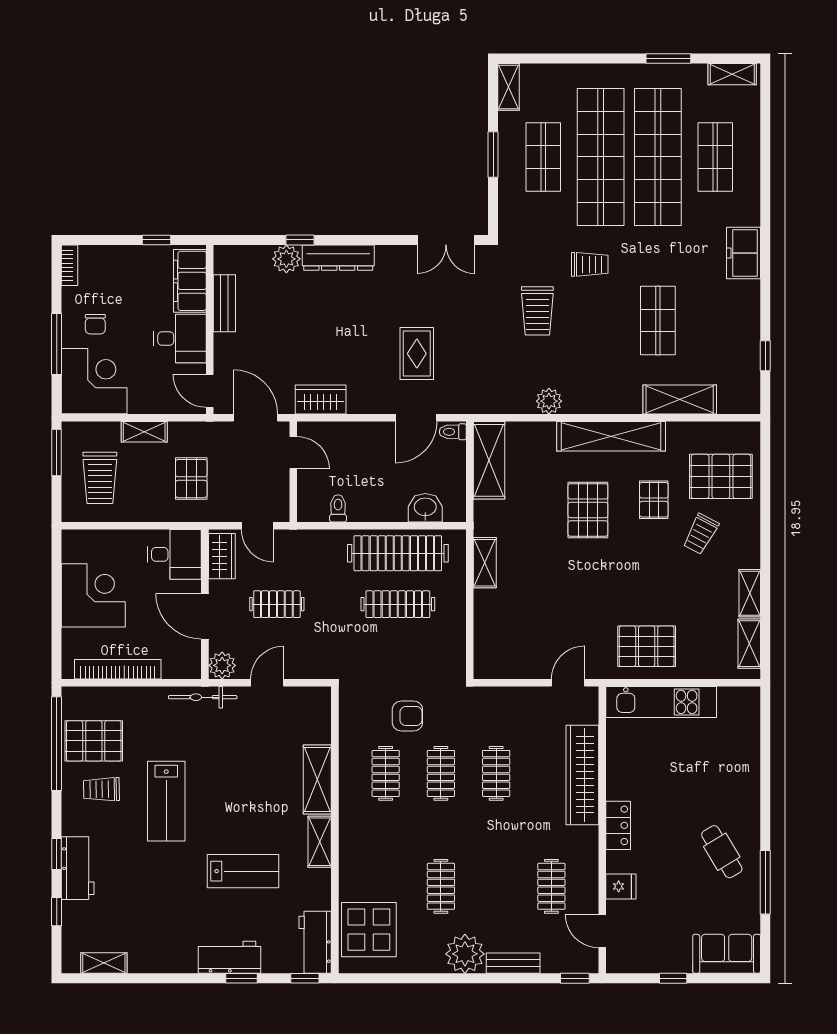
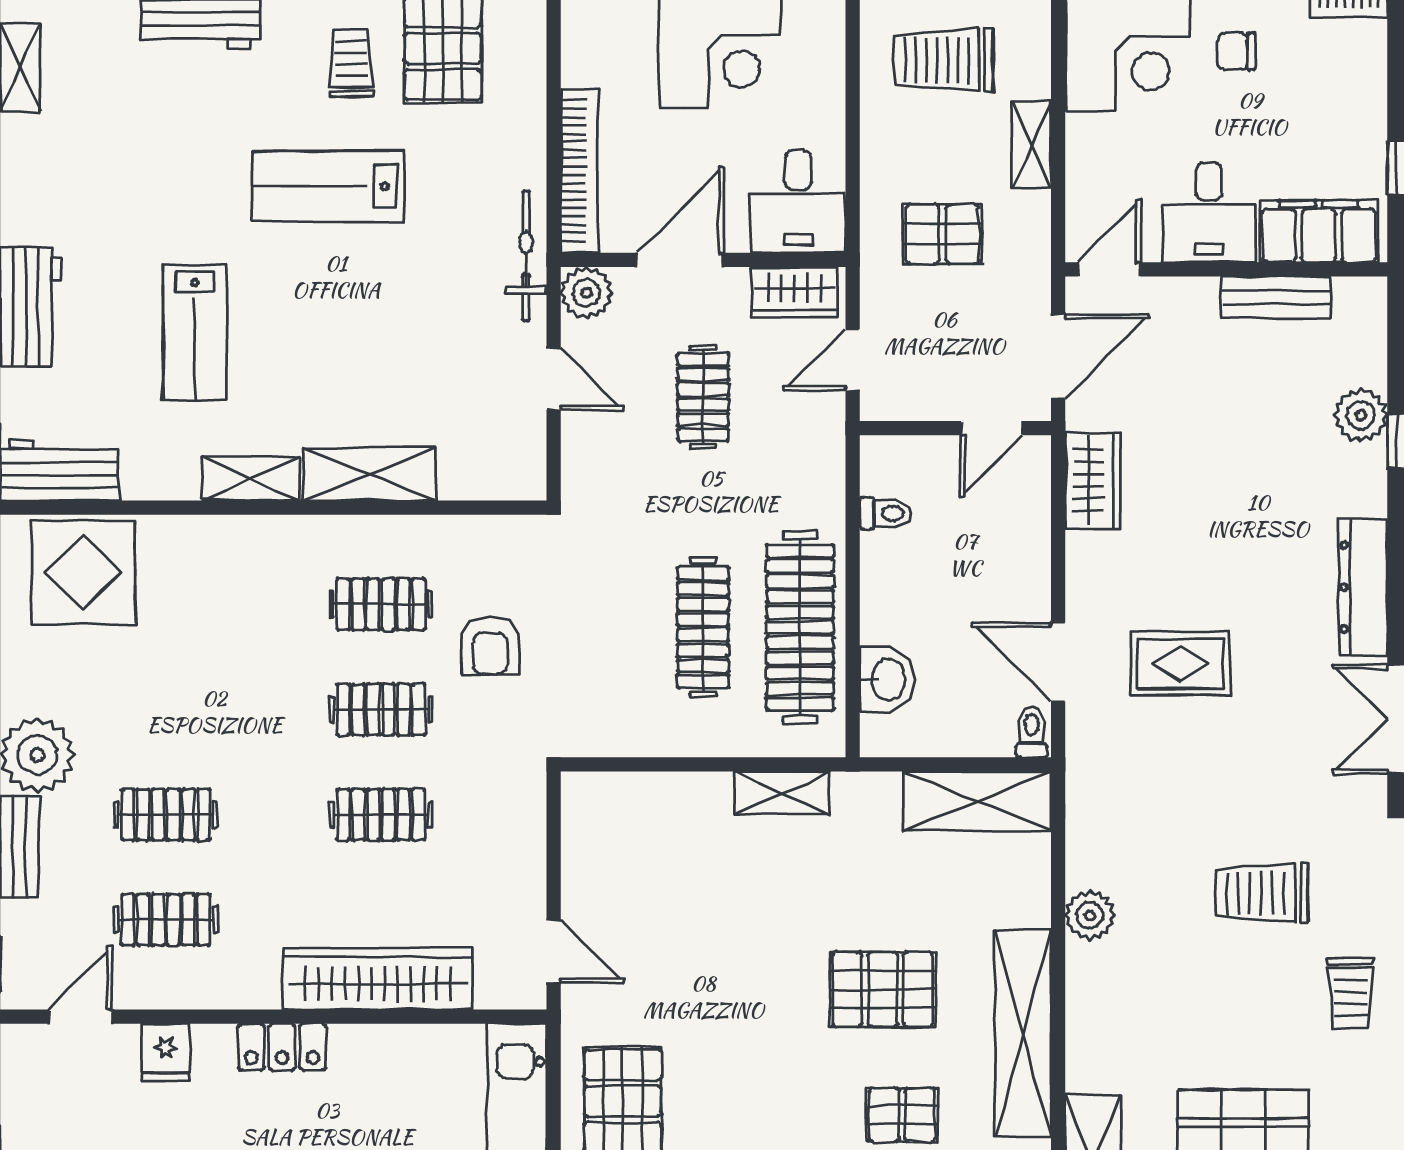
dresser: (338, 258) -> (1363, 587), moved
bookcase: (118, 669) -> (579, 171), moved
clothes rail: (441, 886) -> (166, 815), moved

